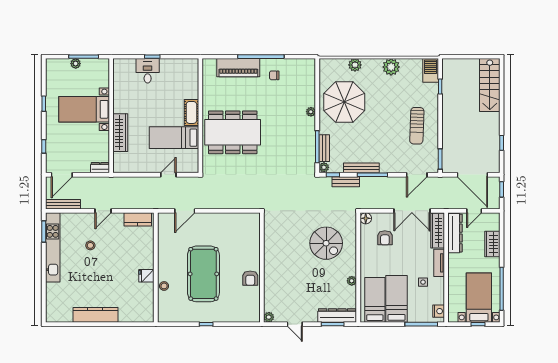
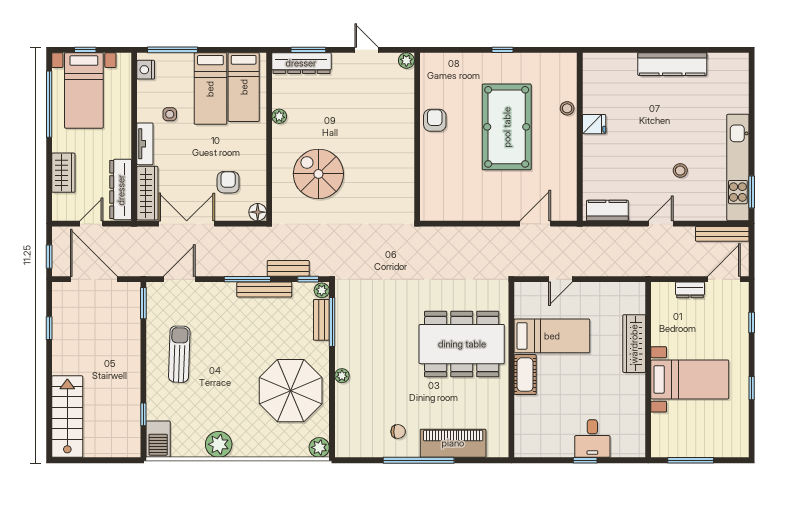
plant: (76, 64) -> (703, 450), removed
plant: (355, 65) -> (319, 447), moved
dresser: (100, 168) -> (690, 290), moved

